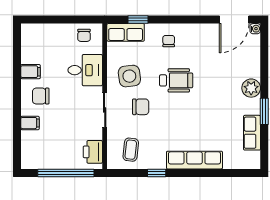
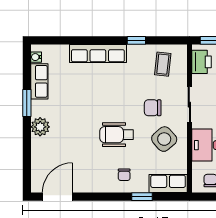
window: (138, 20) -> (142, 197), moved
water cooler: (255, 29) -> (36, 57), moved
side table: (129, 76) -> (164, 139), turned -34

